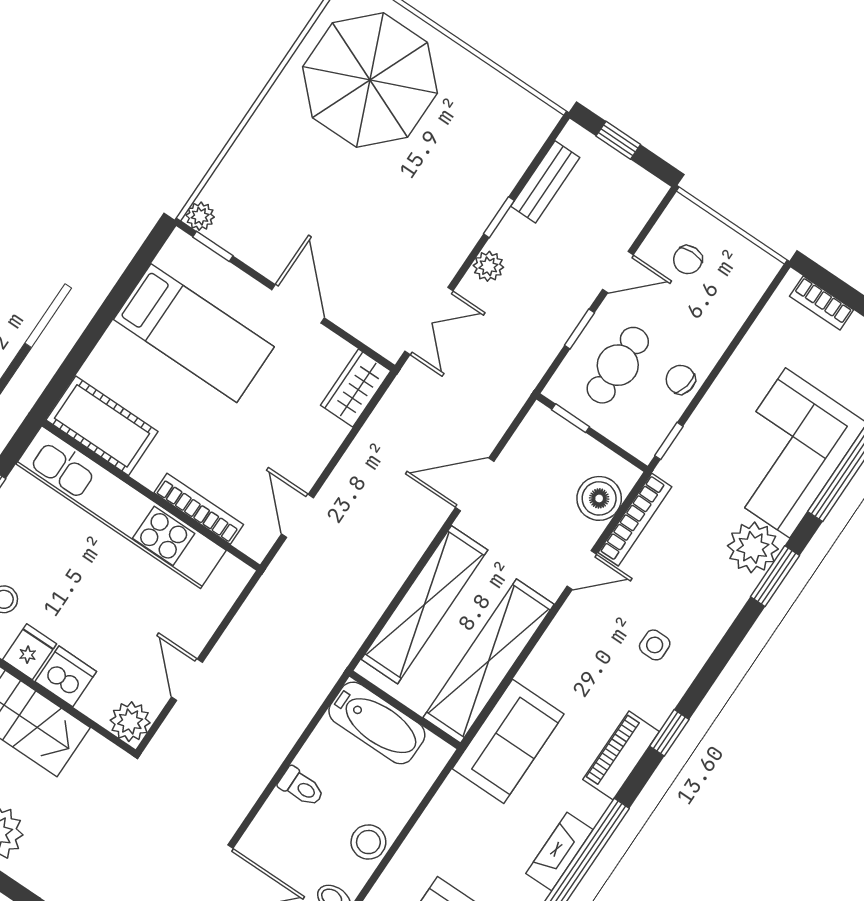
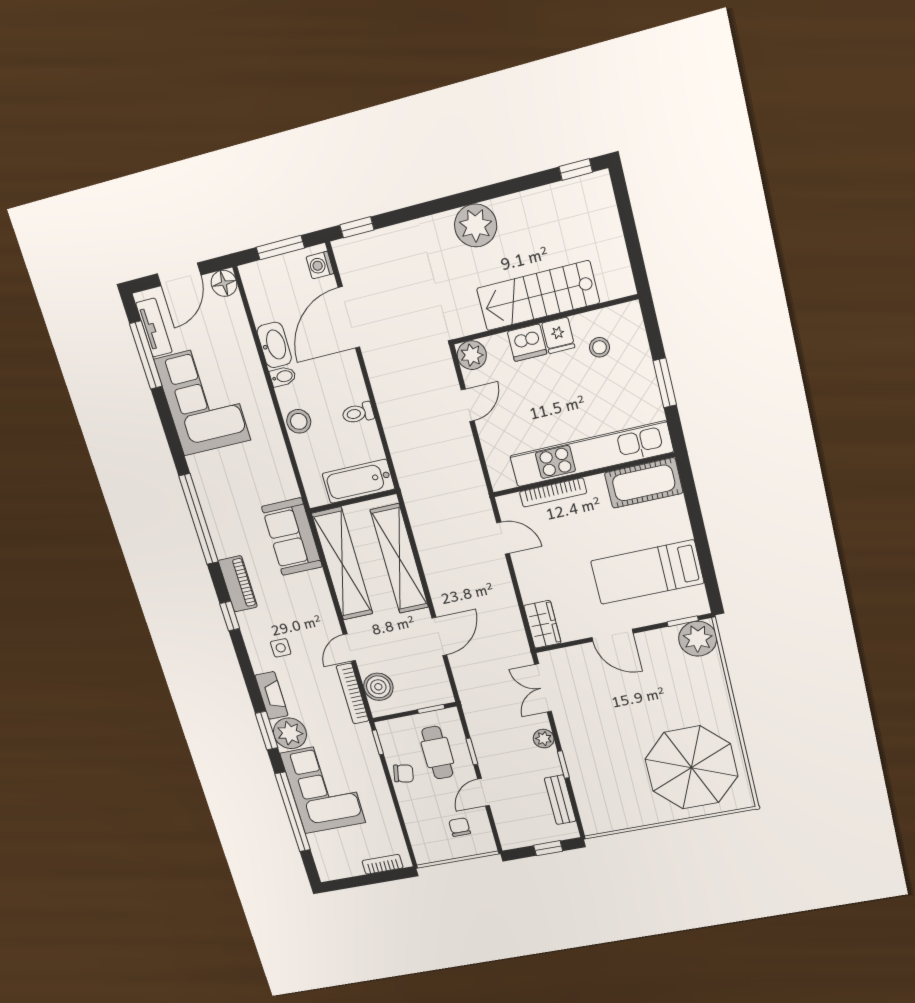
plant: (200, 216) -> (698, 639), width x1.87, depth x1.87
door: (187, 680) -> (468, 405), hinge flipped
fireplace: (559, 851) -> (272, 695), moved

